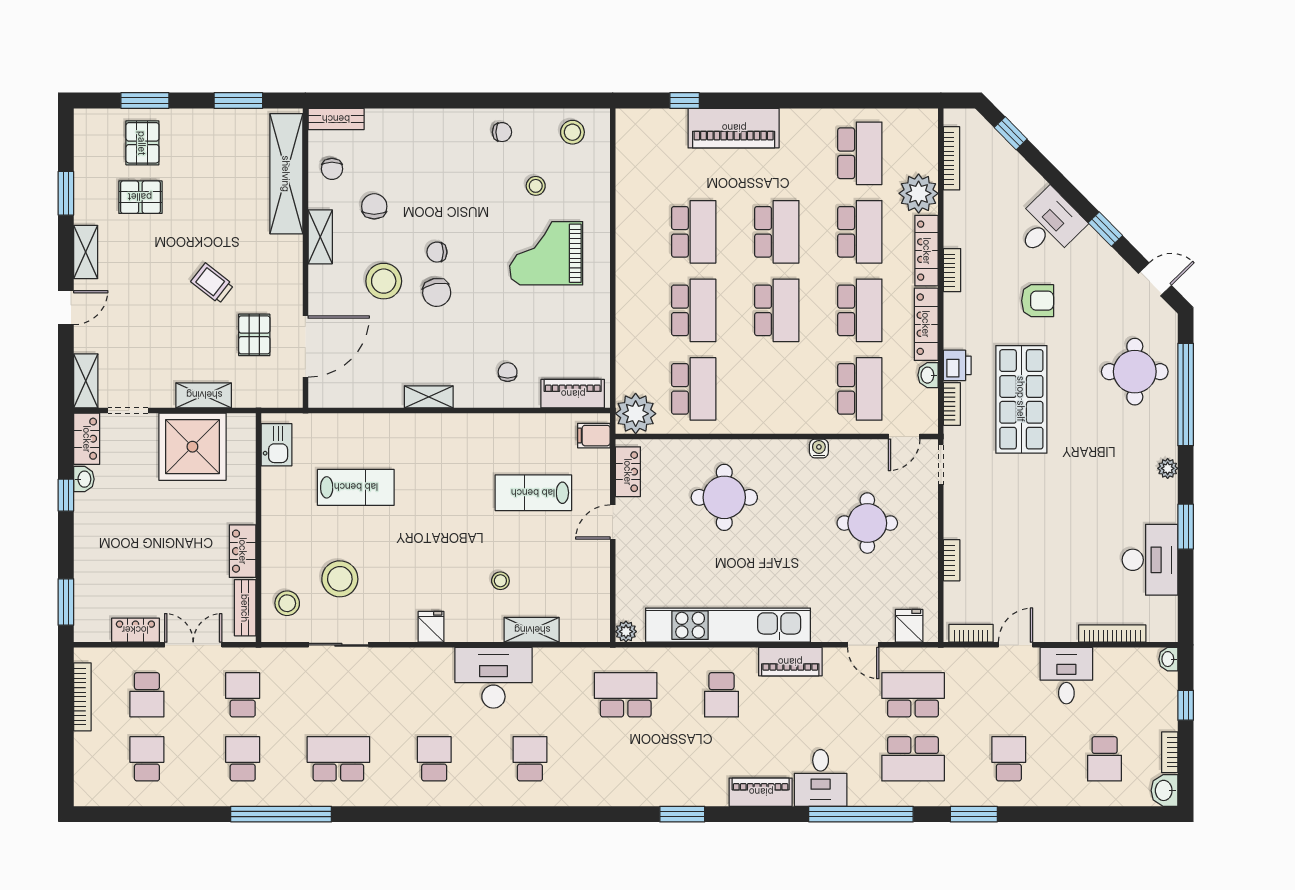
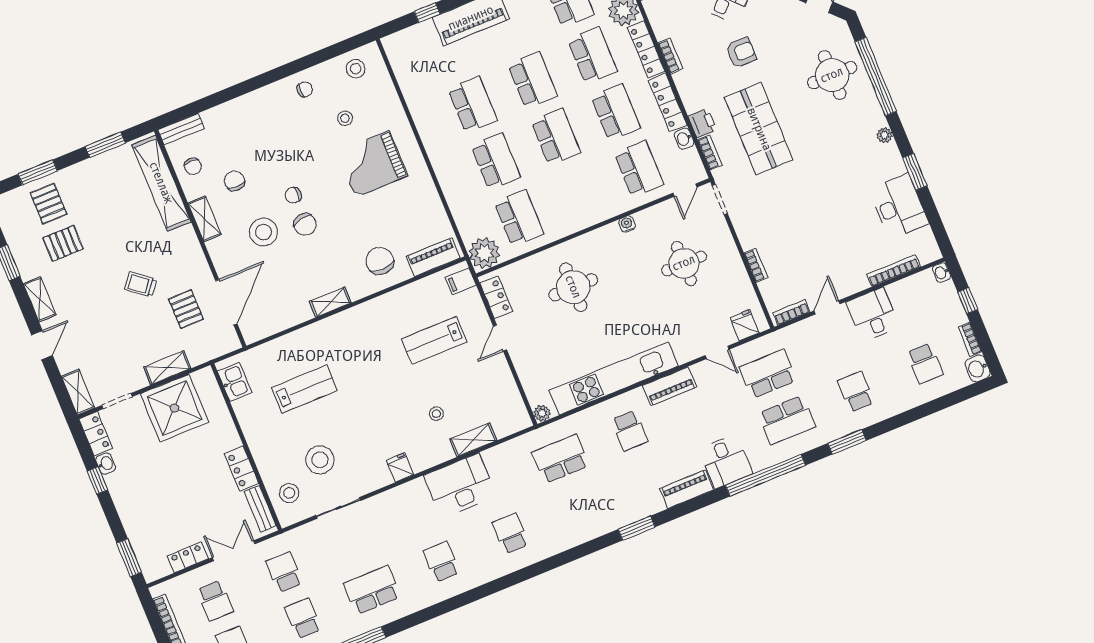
chair: (508, 372) -> (380, 261), width x1.87, depth x1.87

